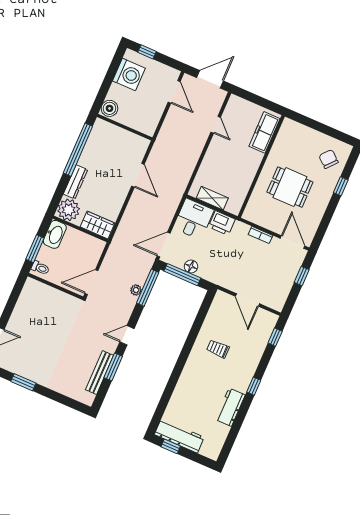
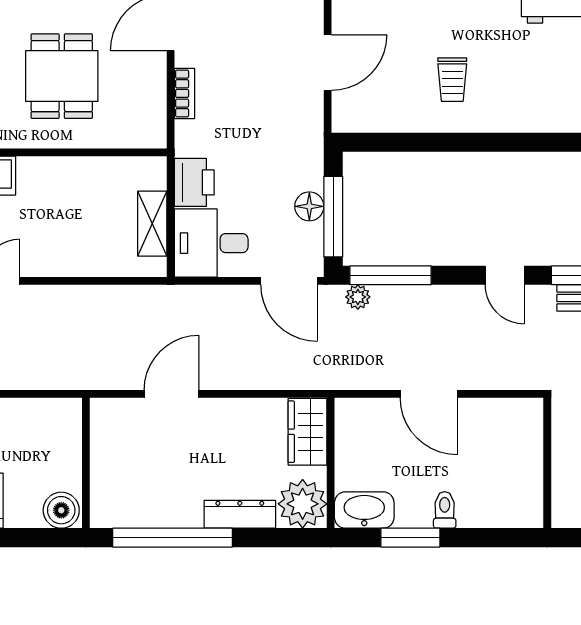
wall: (55, 286) -> (547, 463), moved
plant: (136, 290) -> (358, 297), moved

